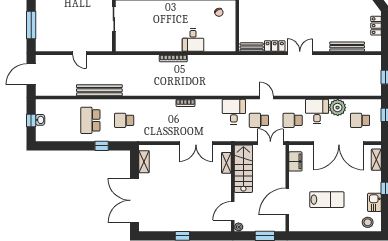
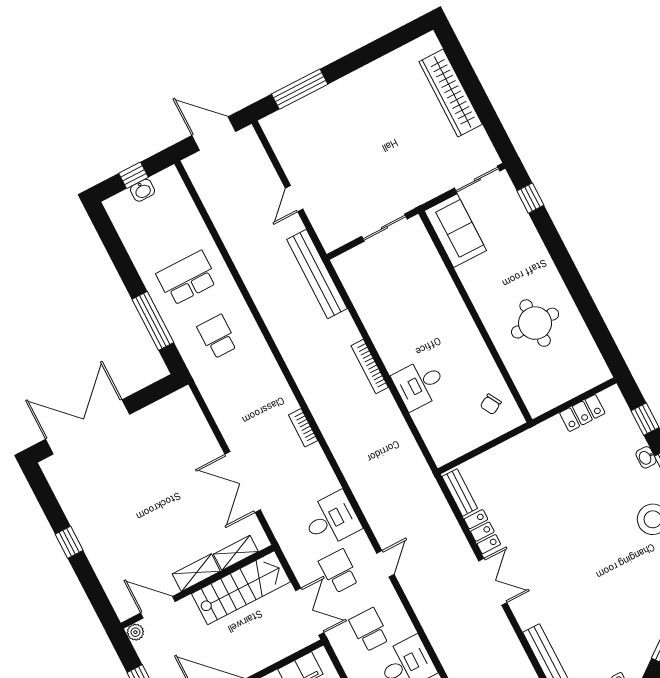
bench: (99, 90) -> (317, 274), moved
window: (102, 146) -> (153, 321), width x2.17
shelving: (144, 162) -> (196, 573), moved

